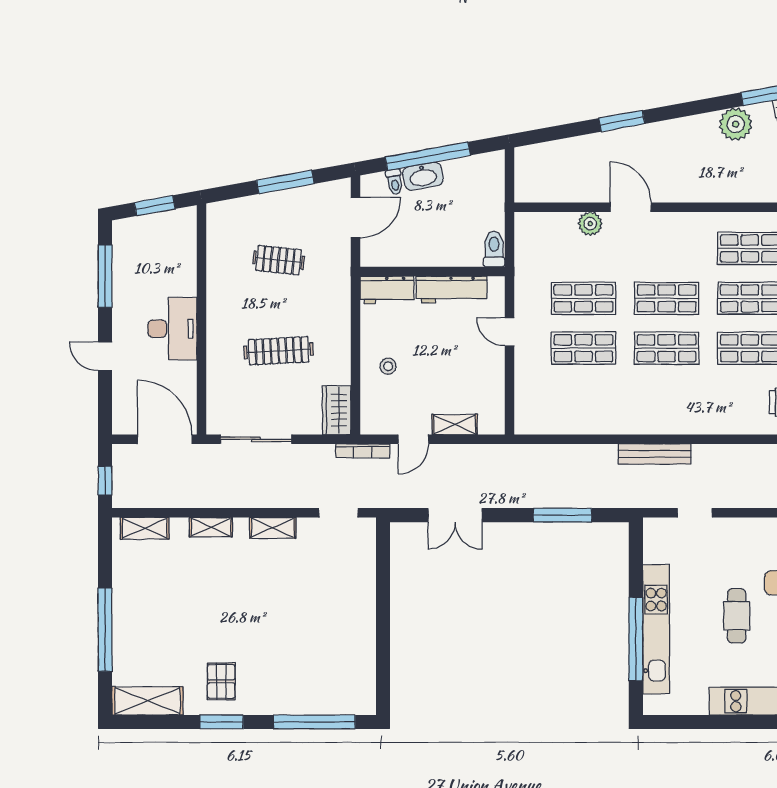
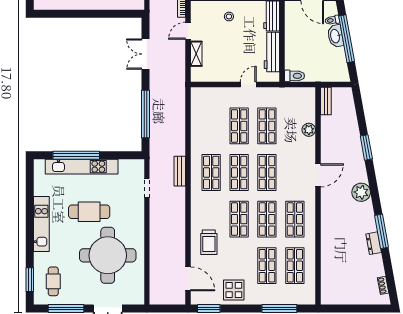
plant: (736, 124) -> (361, 192), moved
bench: (539, 193) -> (326, 101), added
door: (631, 207) -> (318, 175), moved
shop shelf: (667, 398) -> (211, 173), added
door: (413, 439) -> (188, 31), hinge flipped
bench: (654, 454) -> (180, 171), width x0.73
window: (562, 515) -> (146, 114), width x1.46
cafe table: (737, 616) -> (89, 212), width x1.37, depth x1.35

